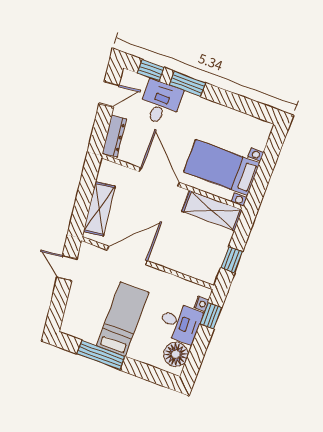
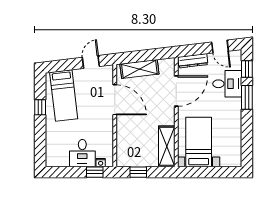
door: (159, 177) -> (176, 91), moved
bed: (123, 319) -> (64, 95), moved, turned 83
floor lamp: (176, 354) -> (60, 158), removed
window: (101, 355) -> (40, 107), width x0.46

